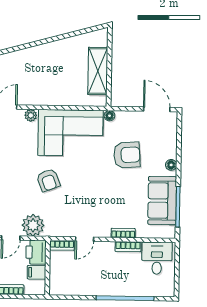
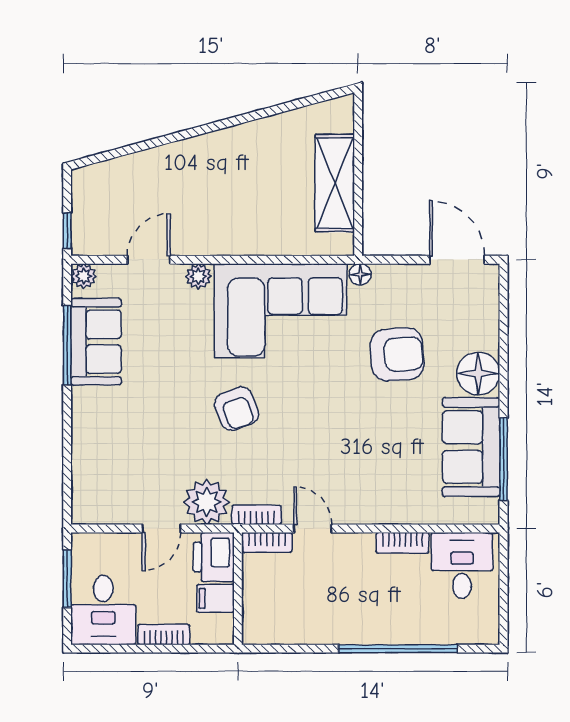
floor lamp: (171, 165) -> (478, 374), width x1.89, depth x1.89
bookcase: (123, 233) -> (257, 515), moved
door: (85, 239) -> (313, 529), swing flipped

